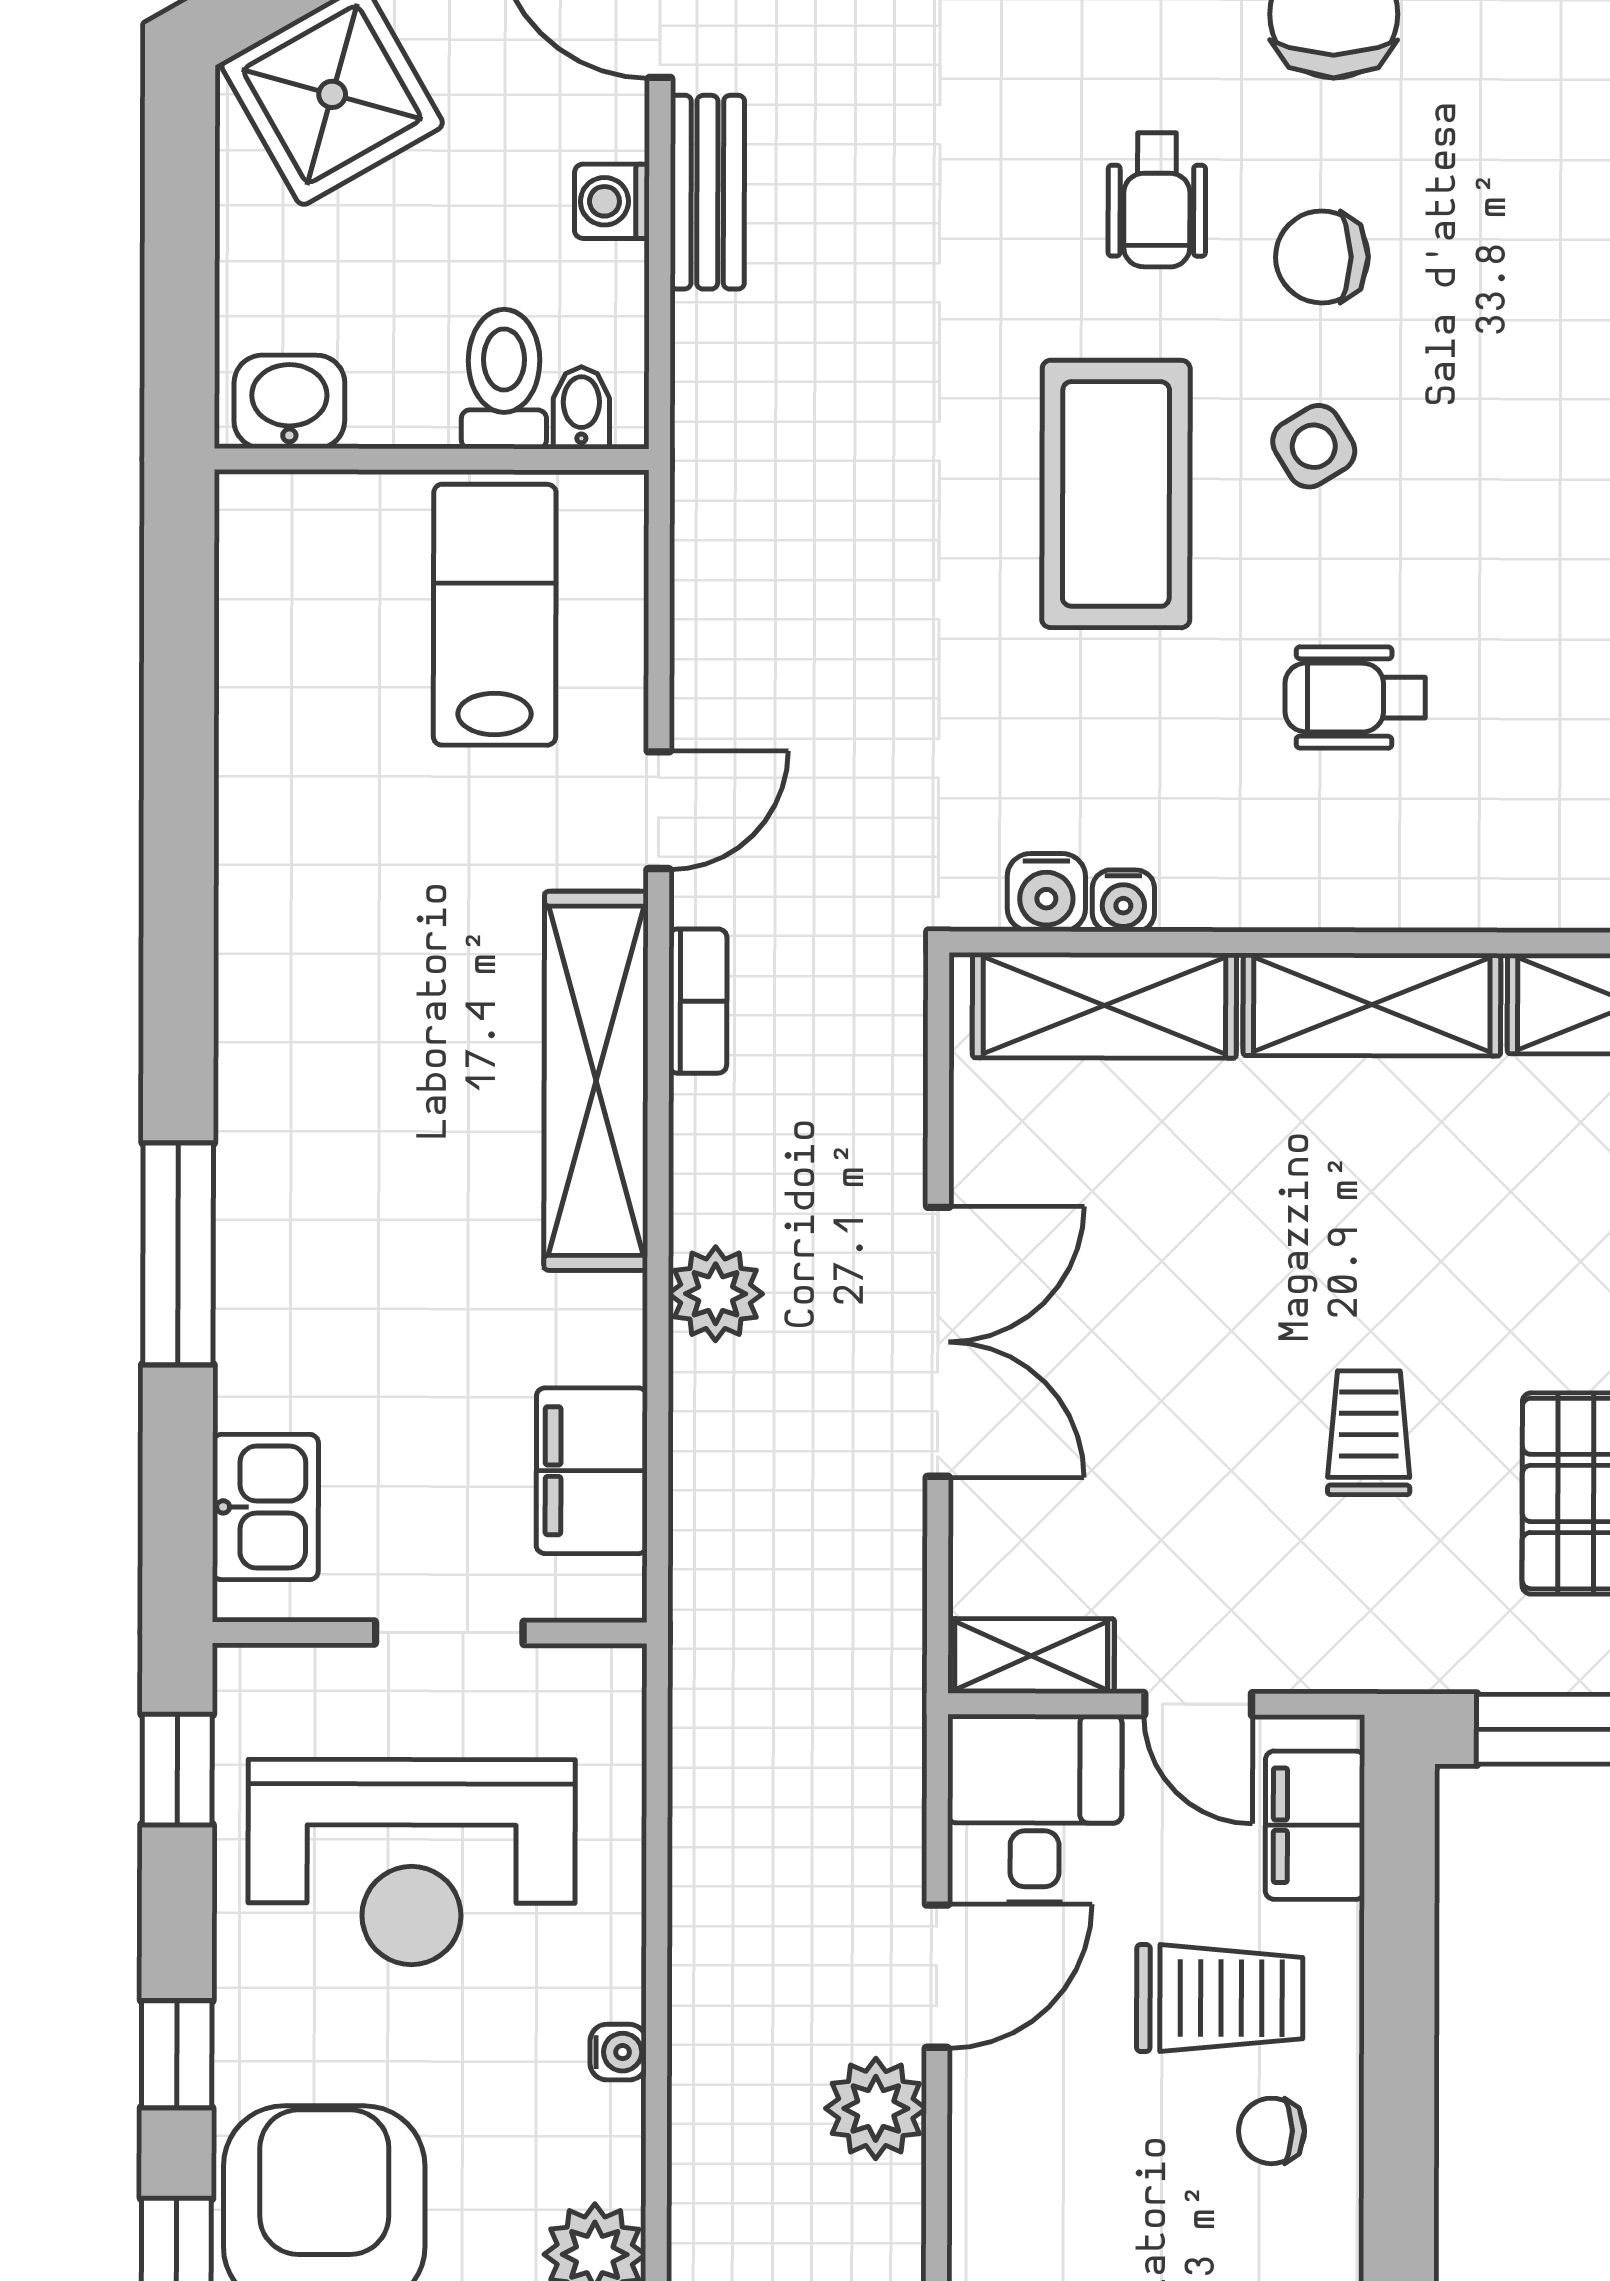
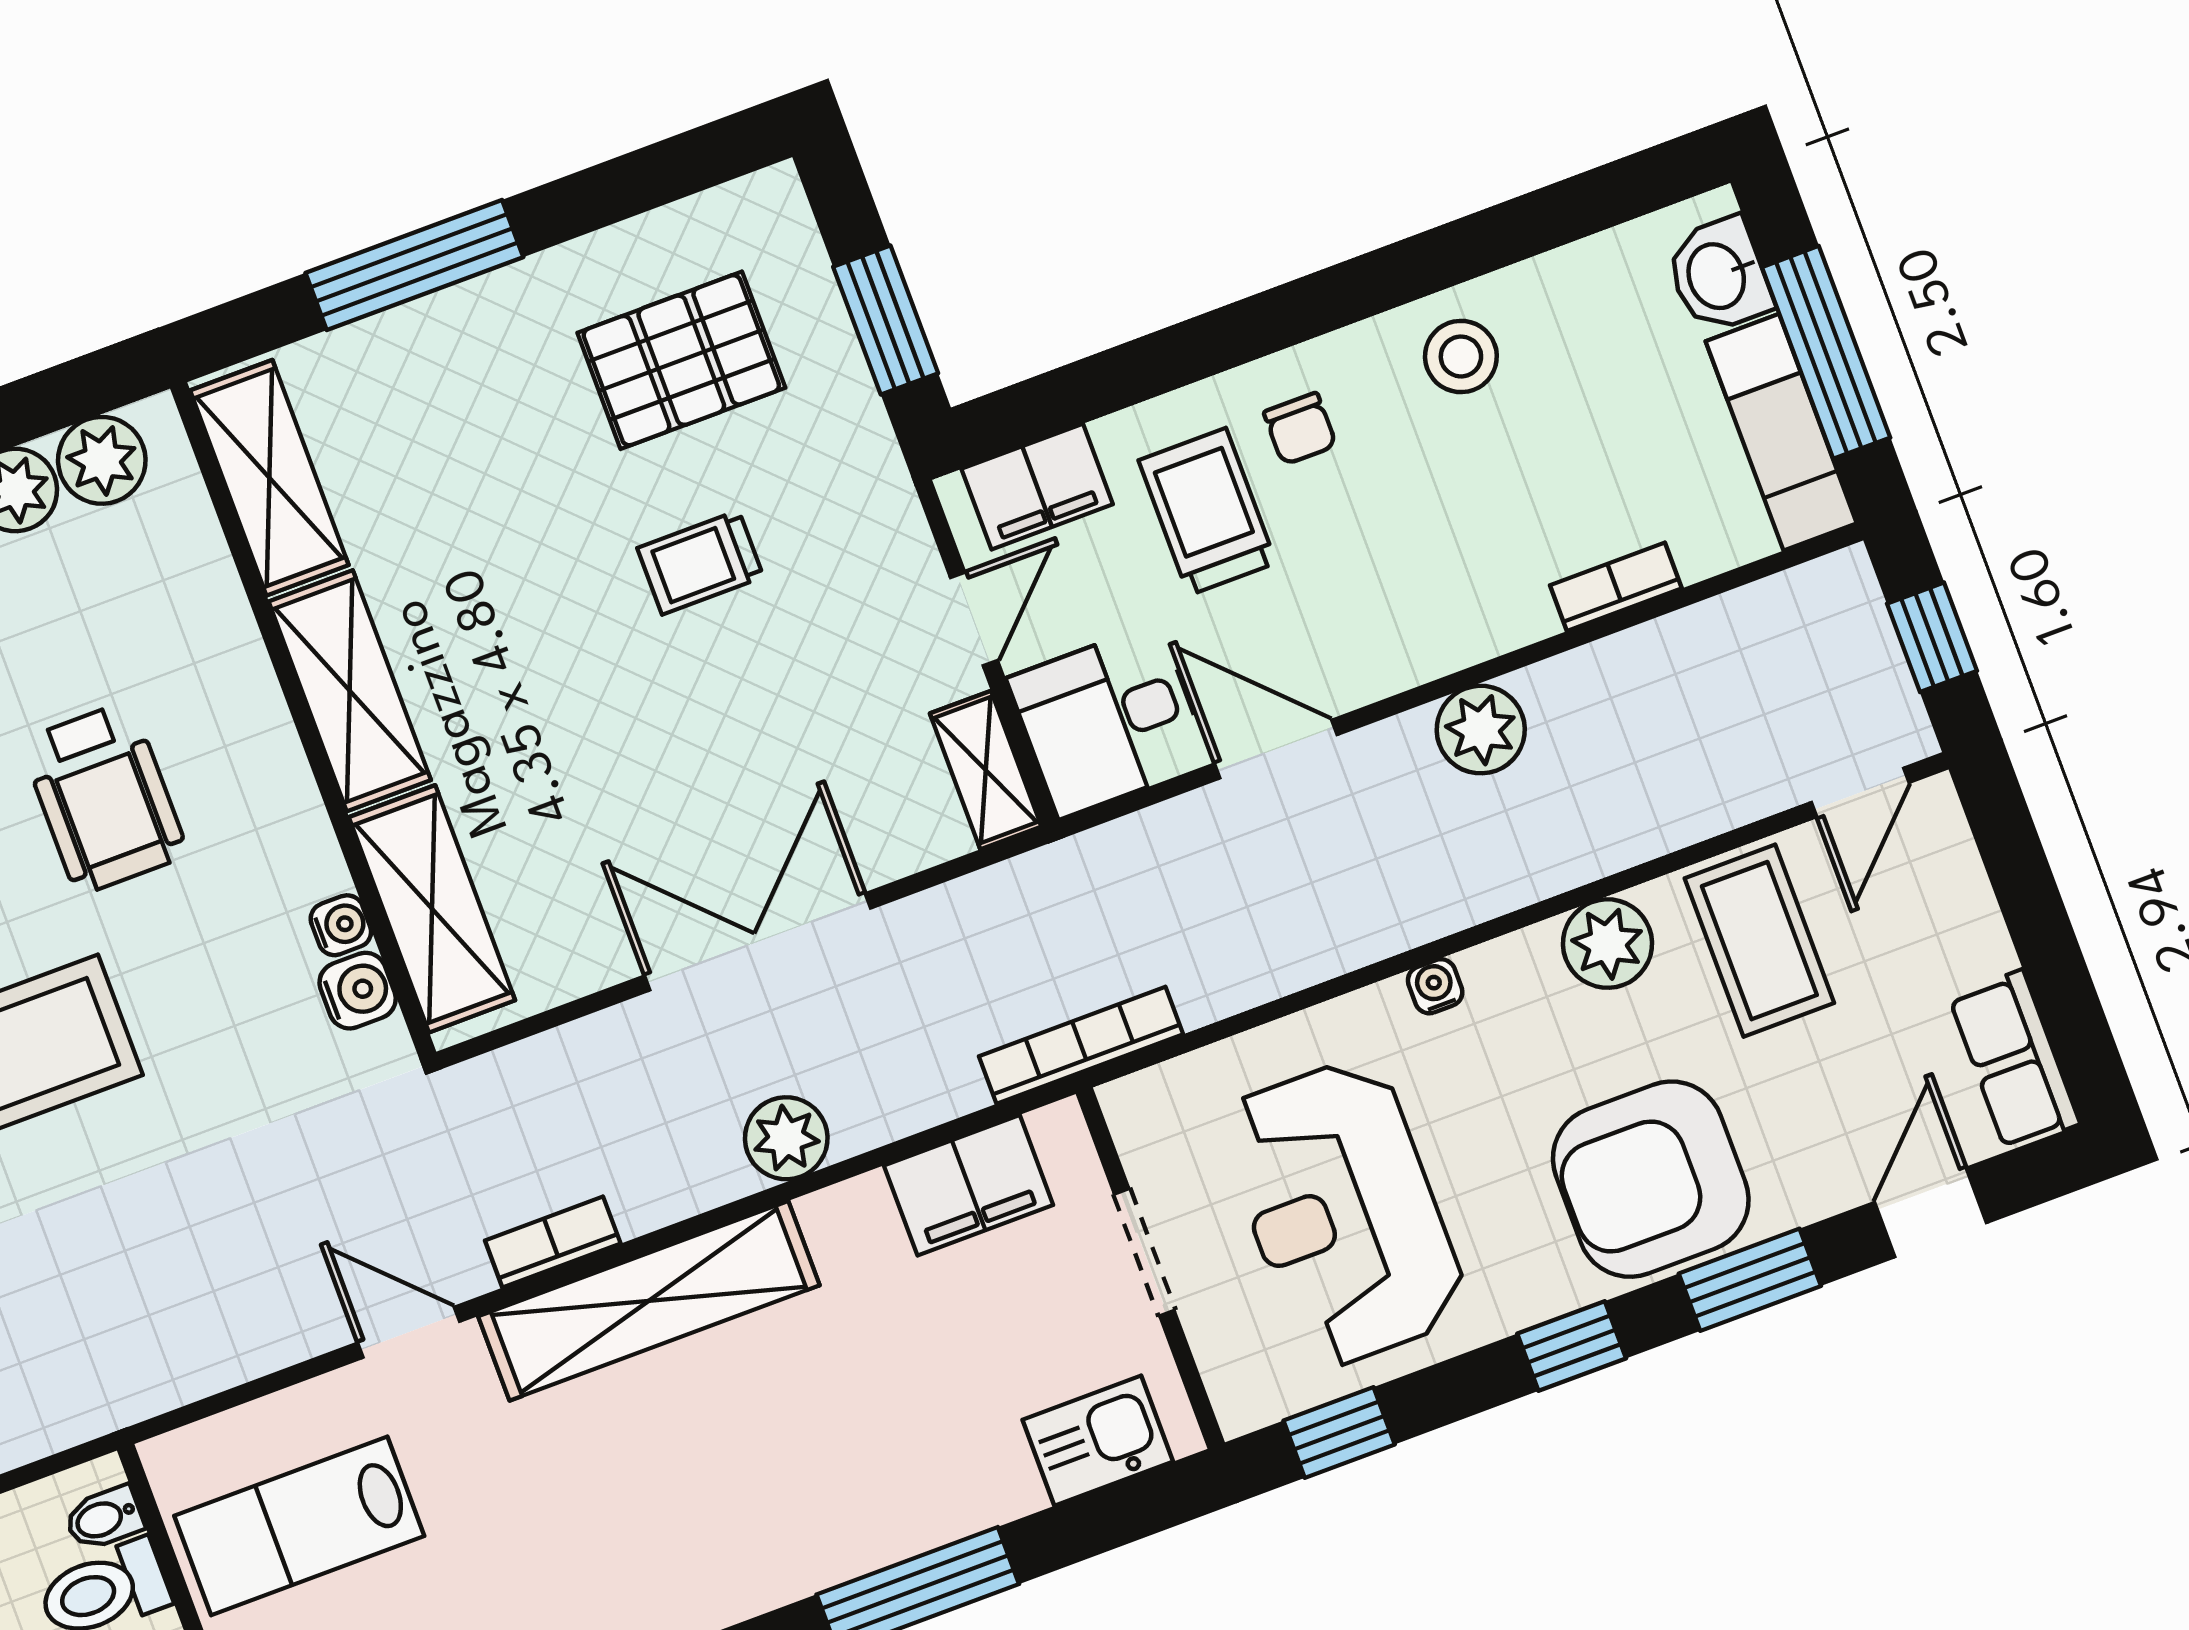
wheelchair: (1355, 698) -> (104, 798), width x1.36, depth x1.37
bookcase: (697, 1648) -> (1081, 1045), added
reception desk: (412, 1862) -> (1343, 1213), turned 180
plant: (876, 2108) -> (1481, 730), moved

